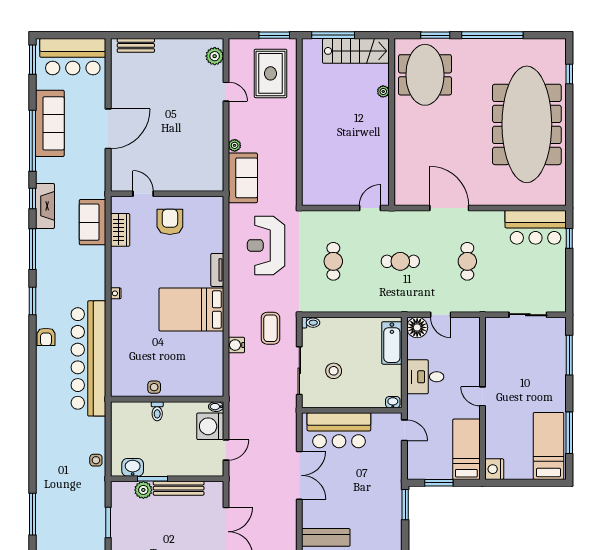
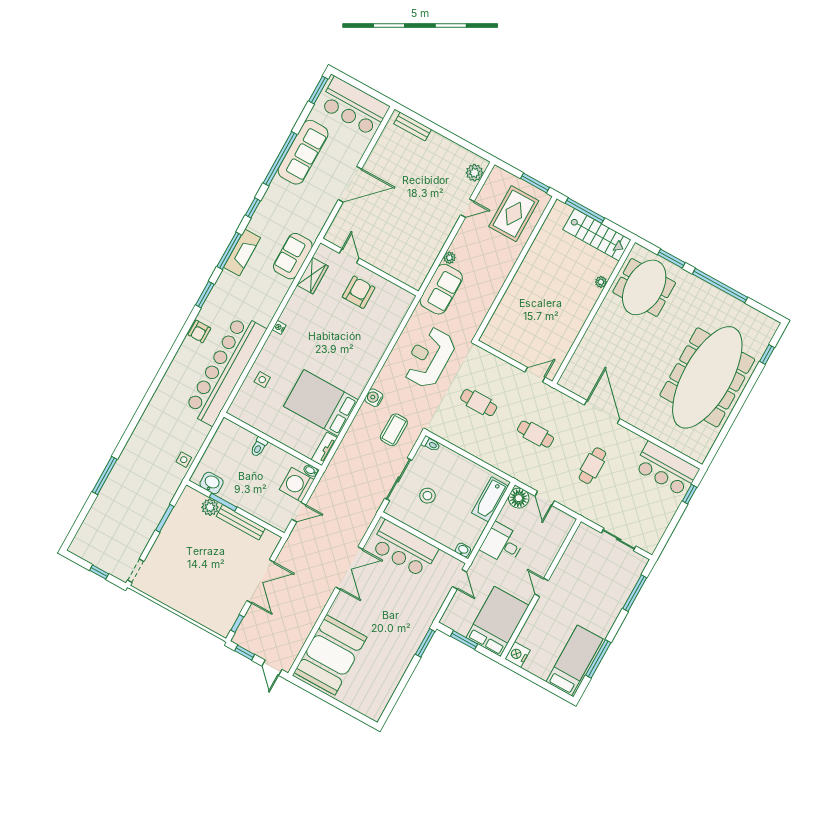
door: (226, 92) -> (467, 208), hinge flipped
fireplace: (45, 206) -> (242, 253), moved
cafe table: (333, 261) -> (479, 403), turned 90
tv unit: (217, 270) -> (324, 449), moved
bed: (191, 310) -> (321, 403), moved
water cooler: (236, 345) -> (374, 398), moved
side table: (154, 387) -> (262, 380), moved
bed: (466, 449) -> (497, 621), width x1.50

